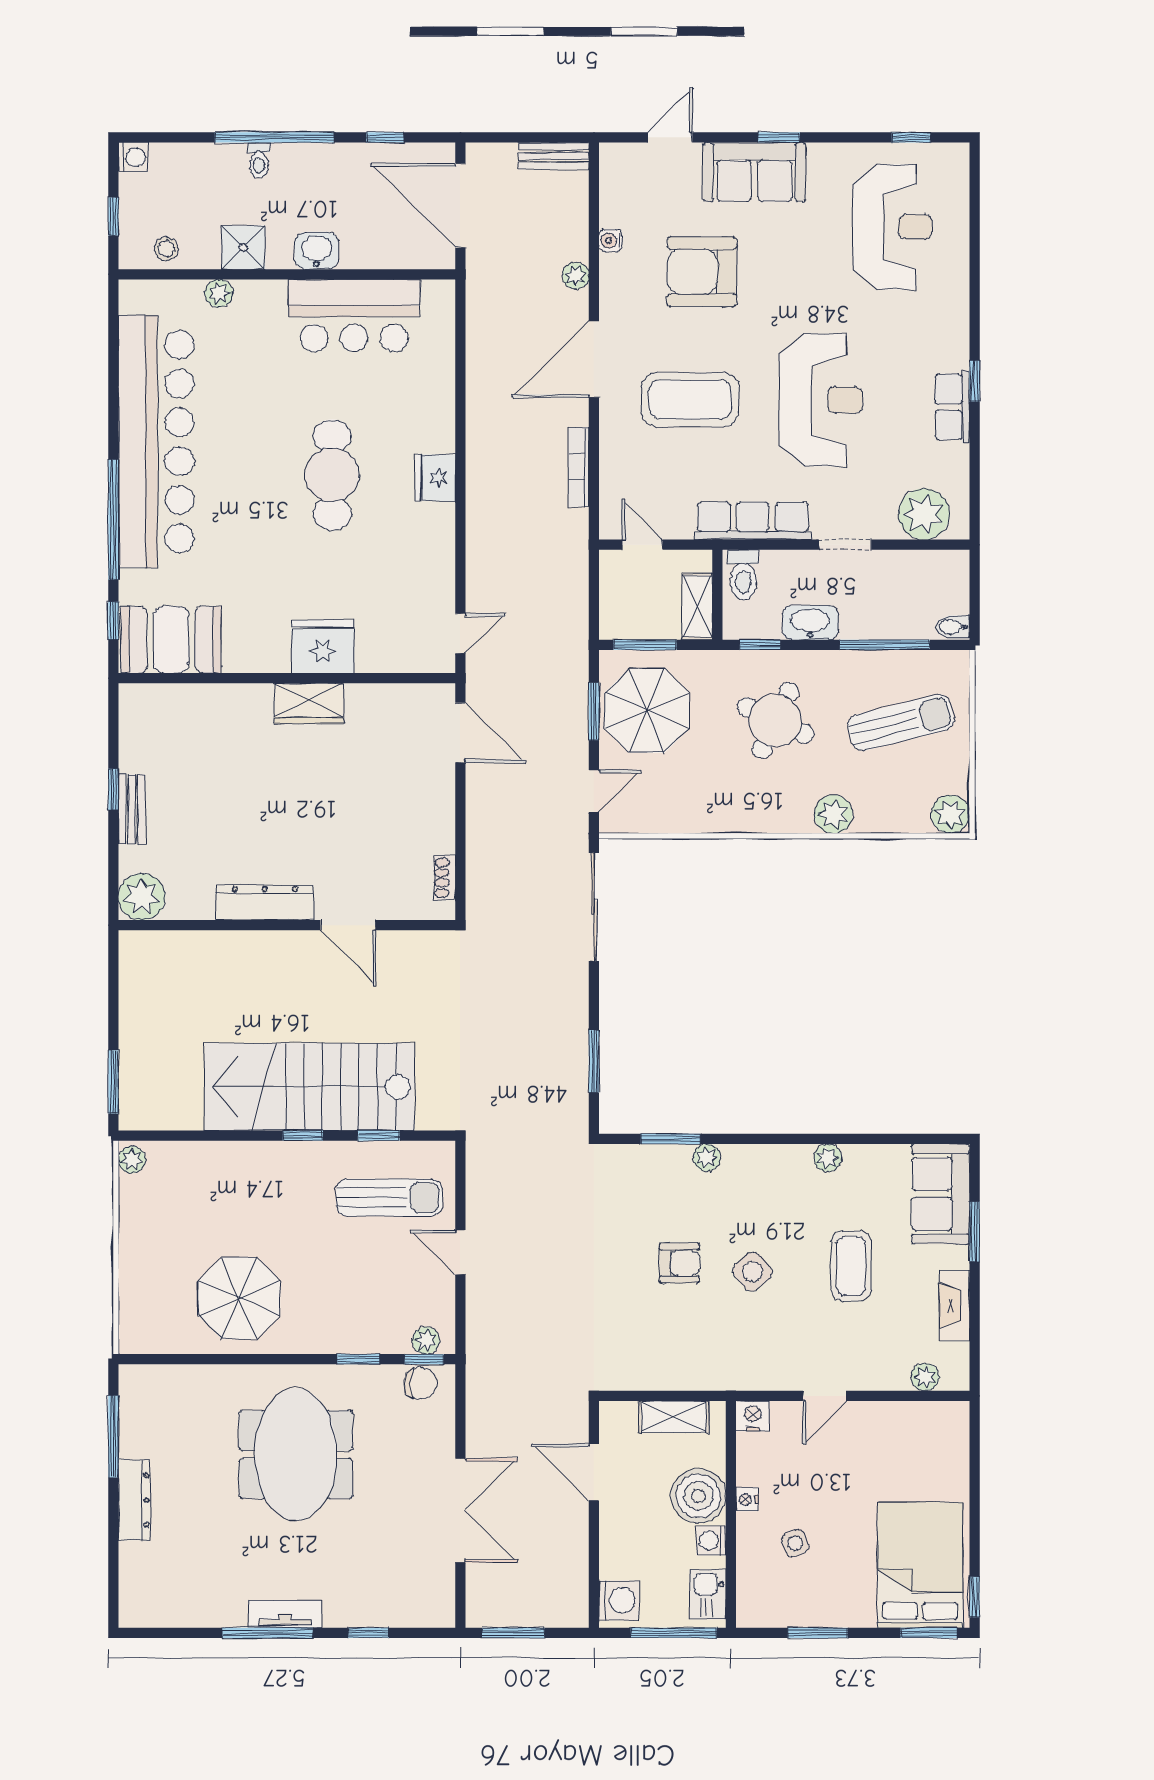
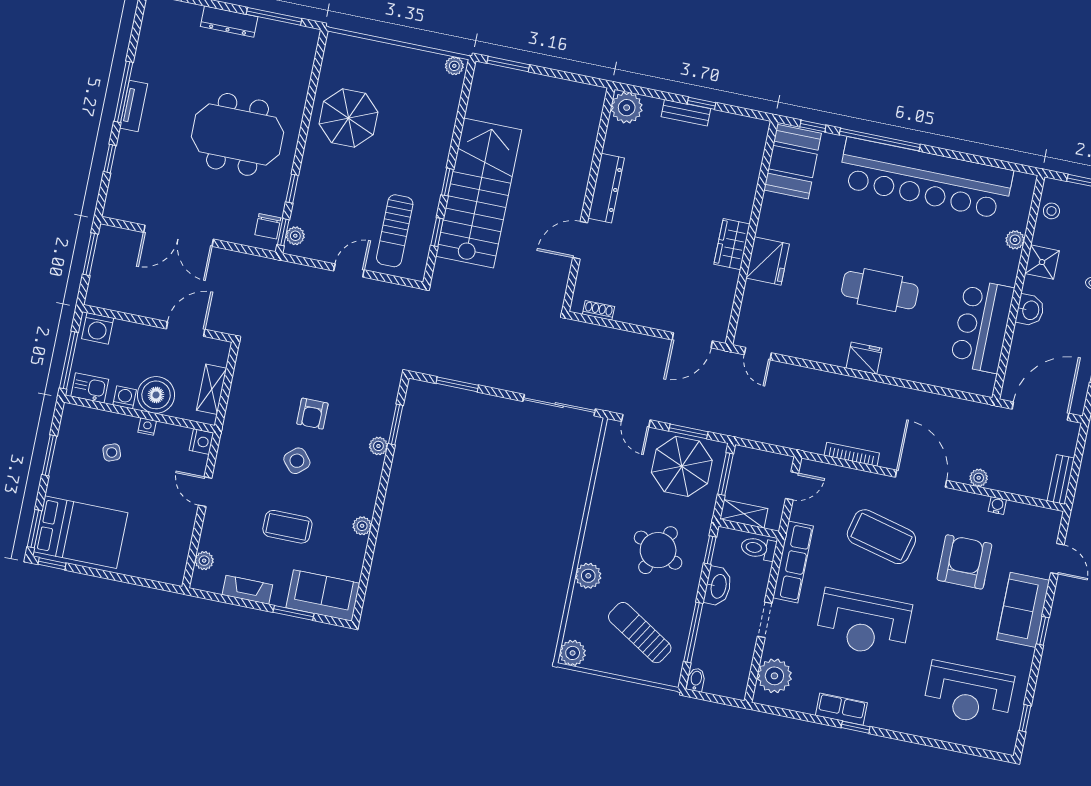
coffee table: (690, 400) -> (881, 537), turned -76
sun lounger: (901, 723) -> (640, 633), turned 136

